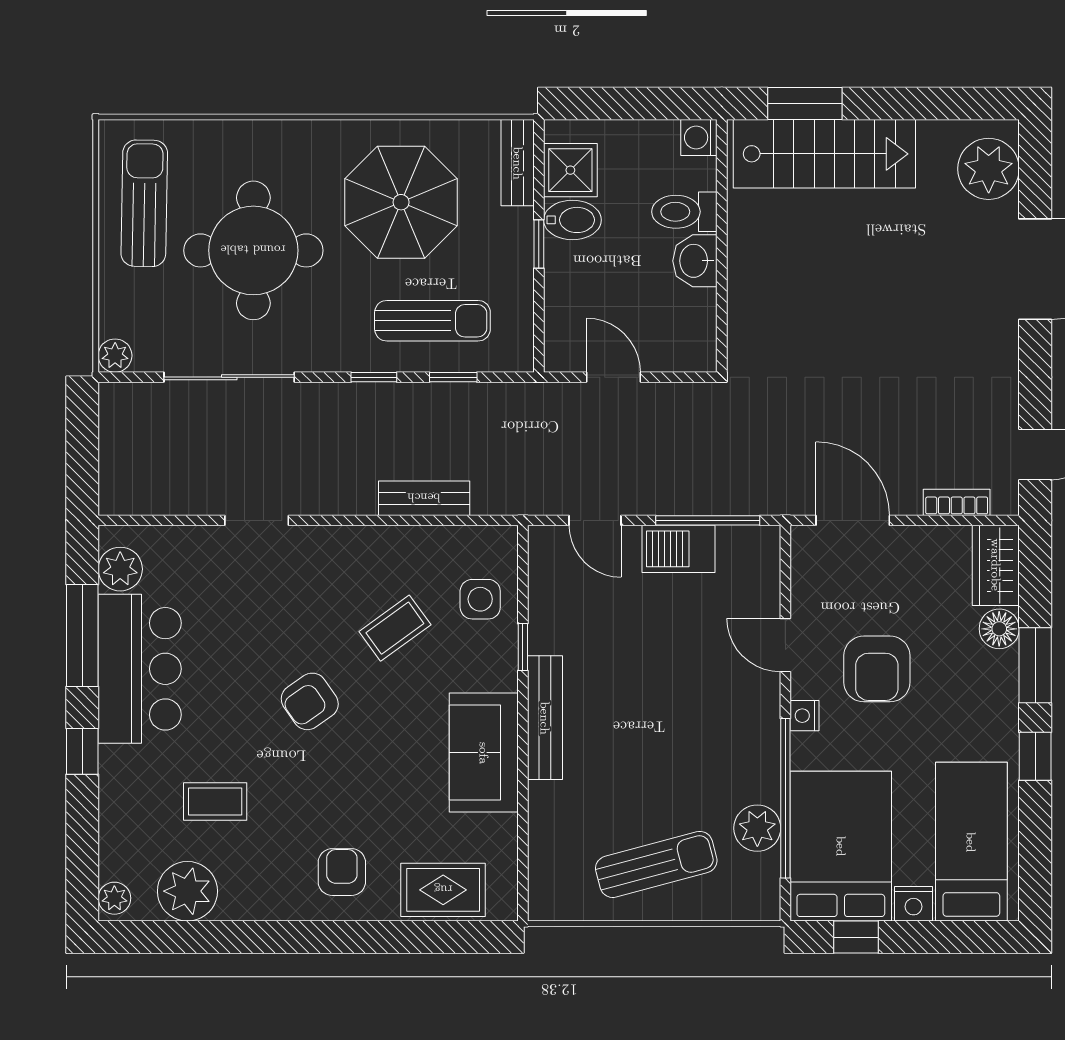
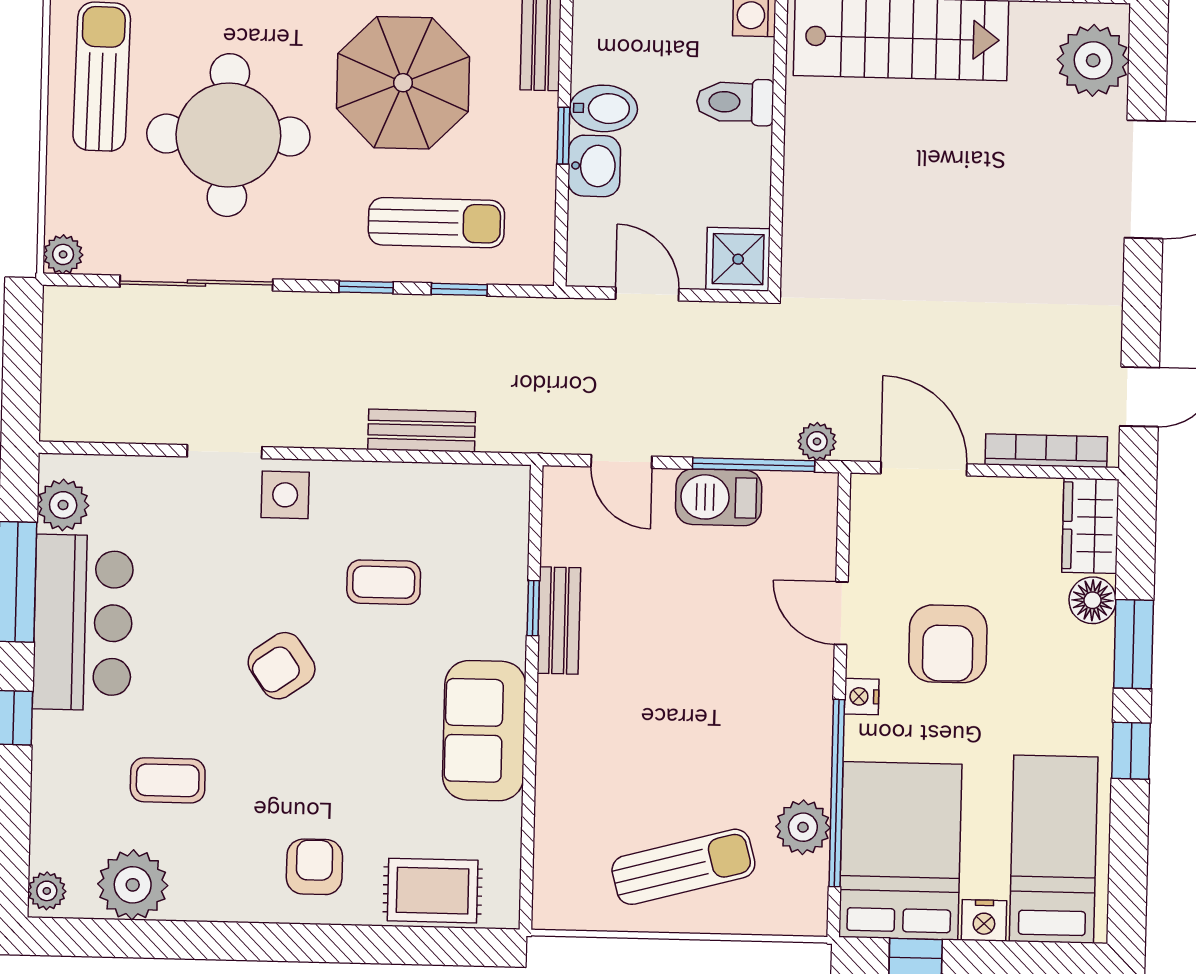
shower: (570, 170) -> (738, 259), moved
washbasin: (695, 261) -> (594, 166), moved, turned 180
plant: (761, 499) -> (817, 442), added
bookcase: (957, 502) -> (1046, 451), width x1.56
side table: (480, 599) -> (285, 495), moved
coffee table: (395, 628) -> (384, 582), turned 36
bench: (545, 718) -> (559, 621), moved, width x0.73

